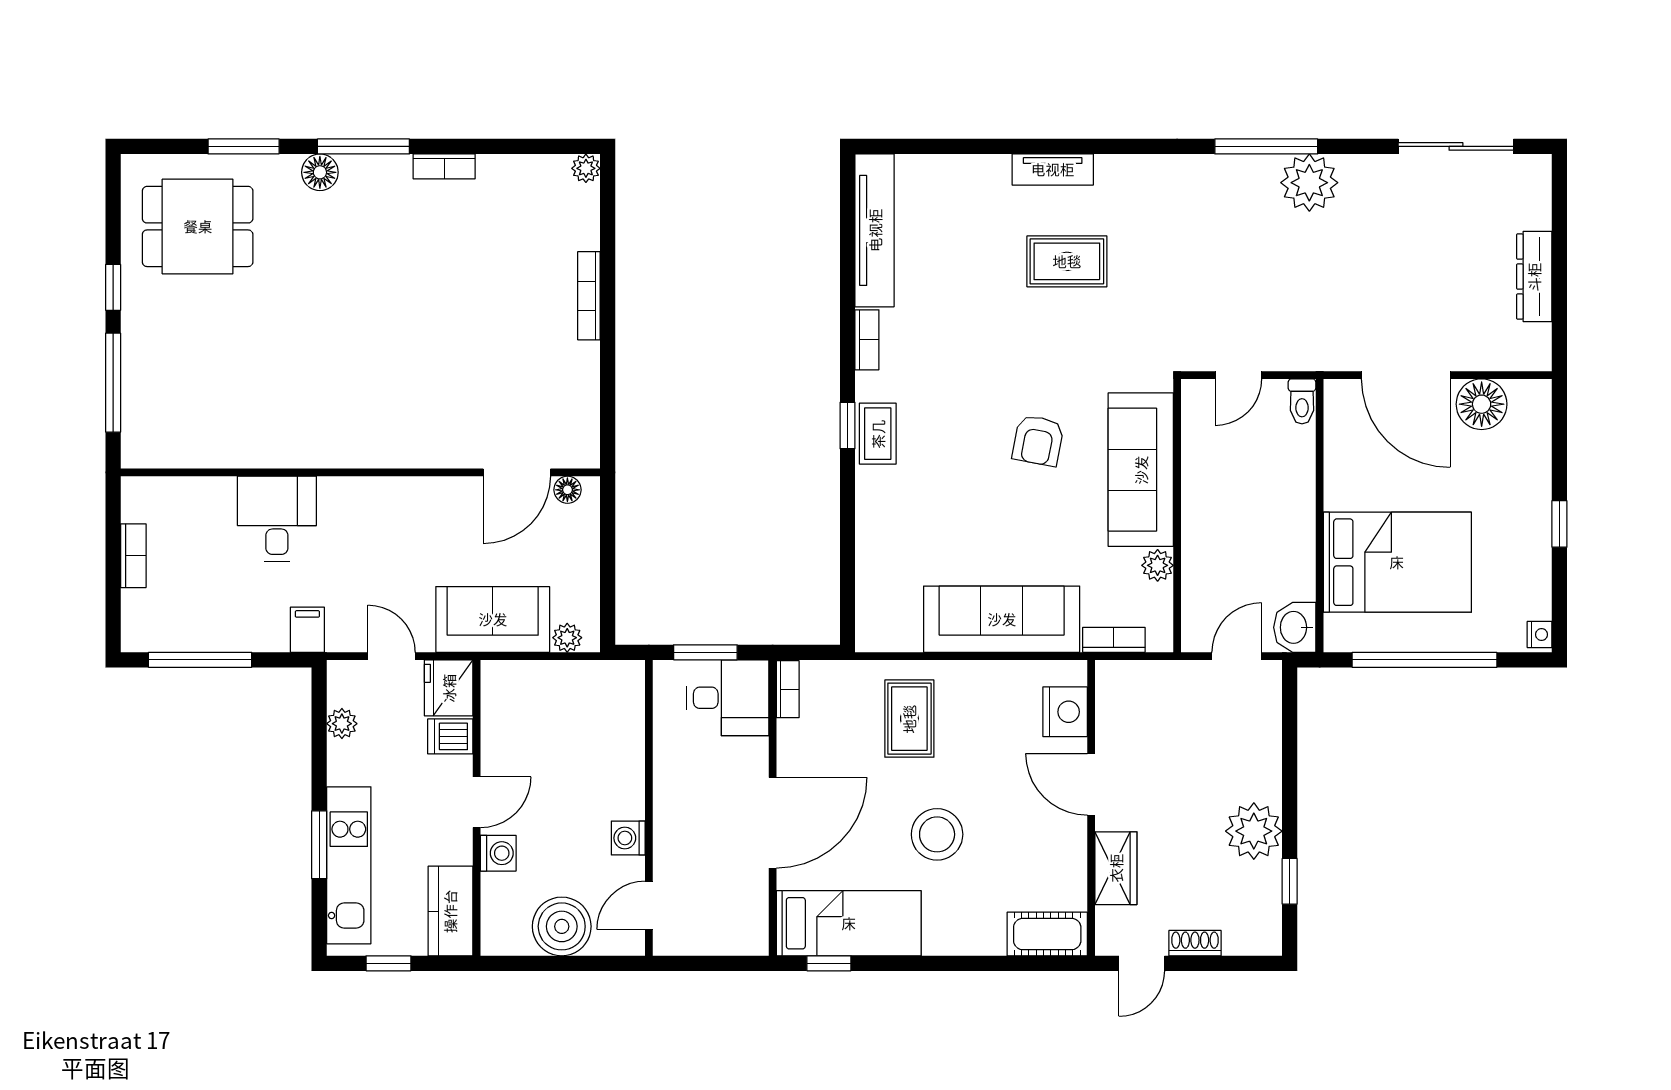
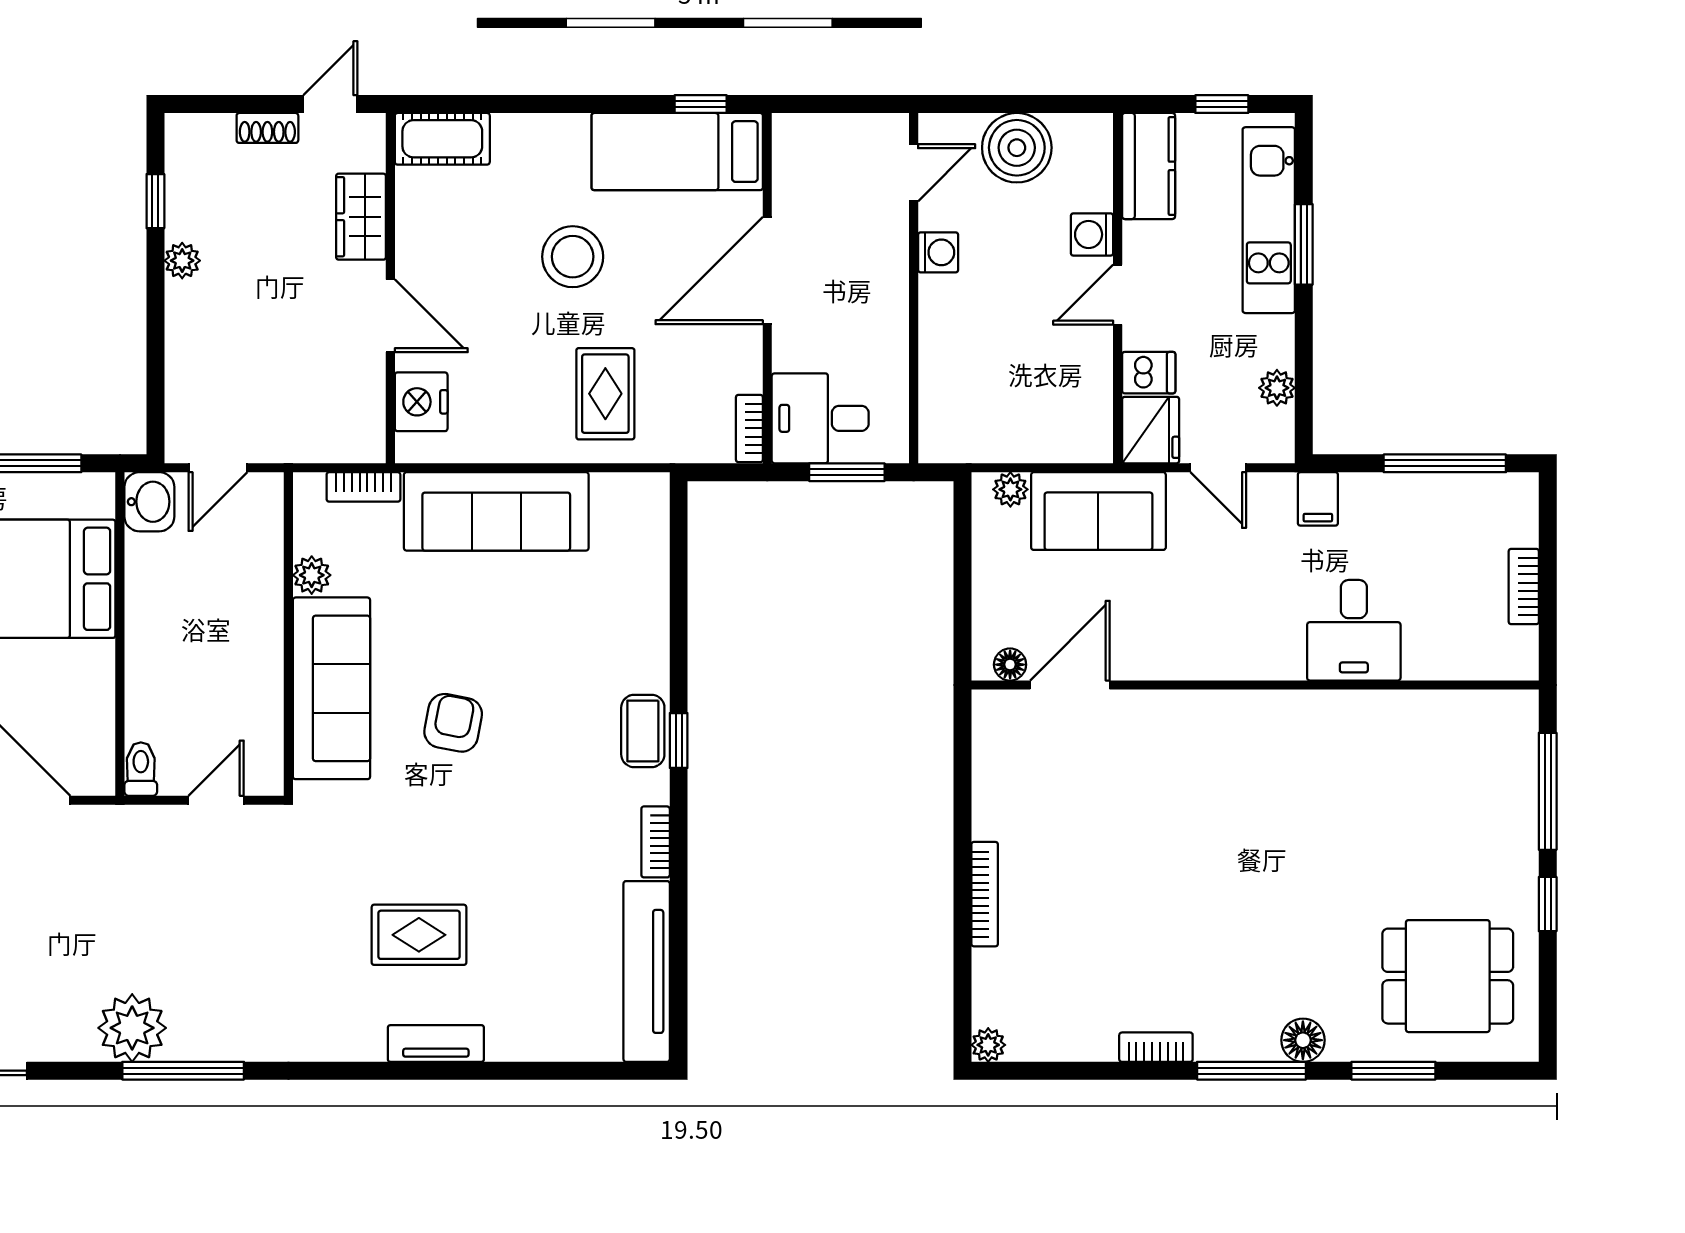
plant: (1254, 831) -> (182, 261), width x0.53, depth x0.53

